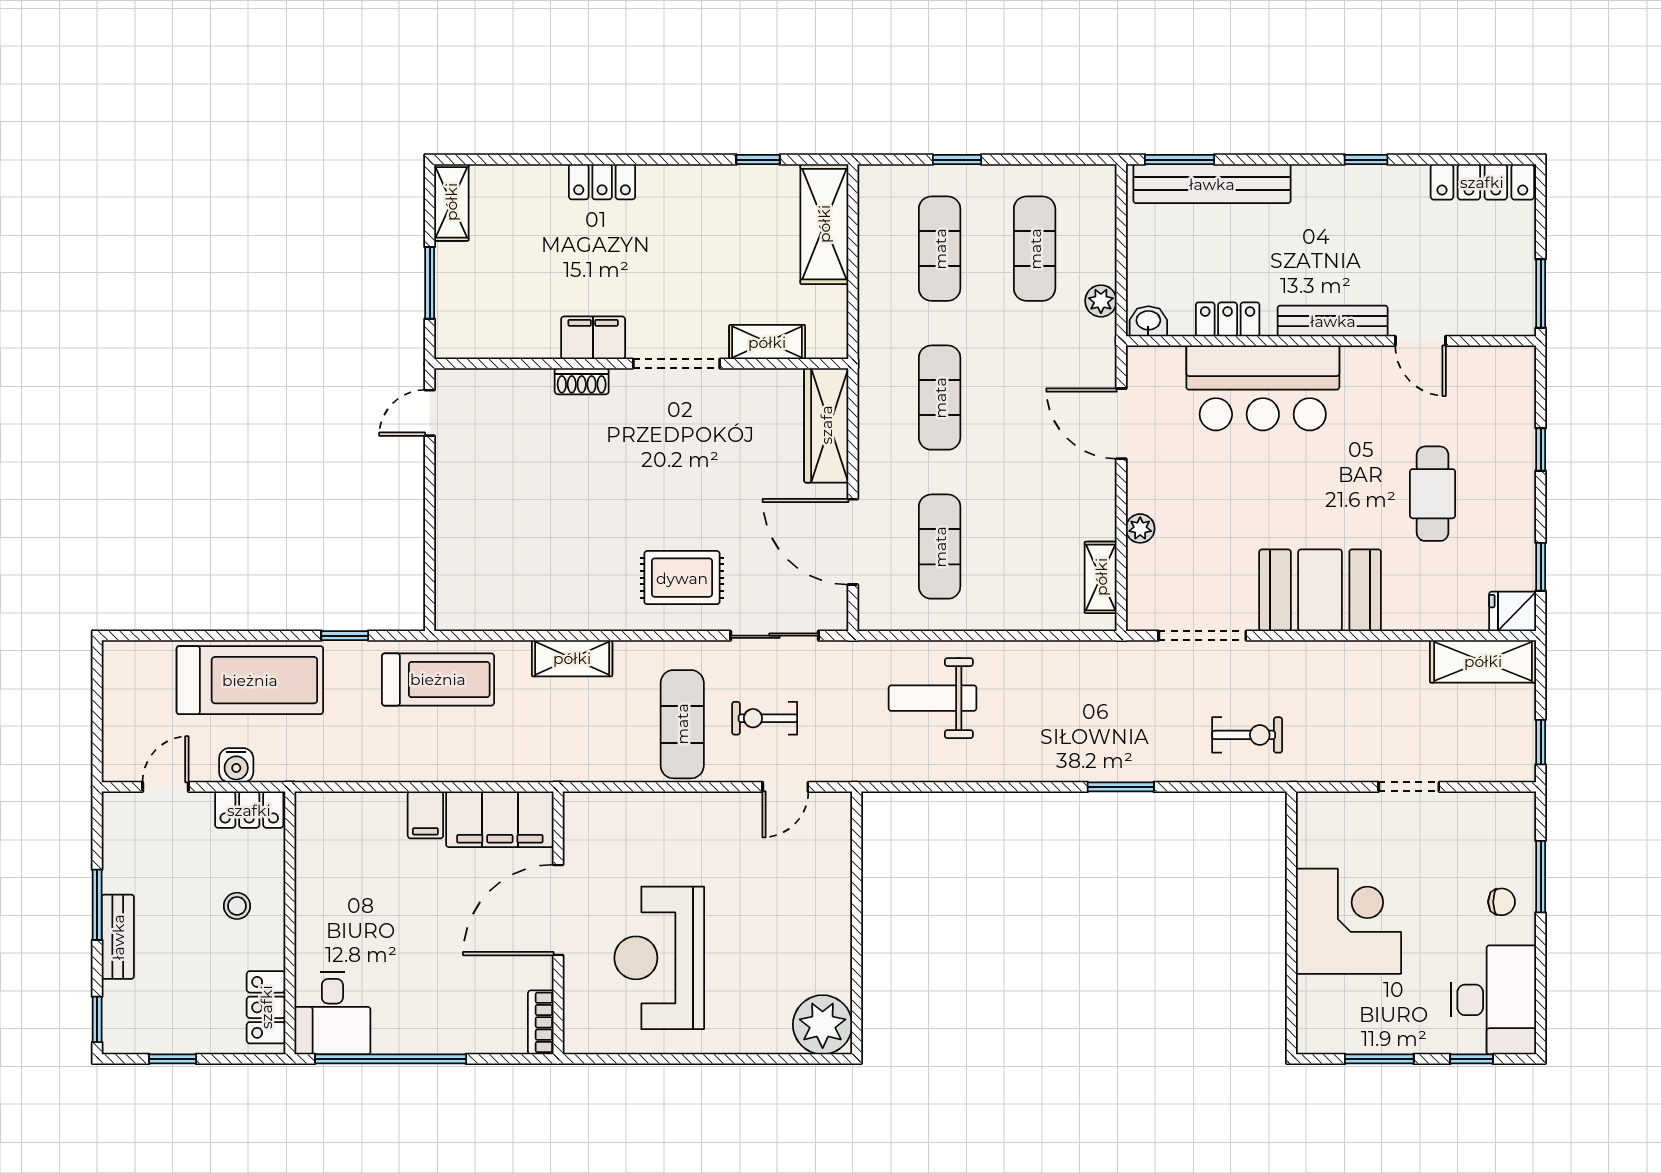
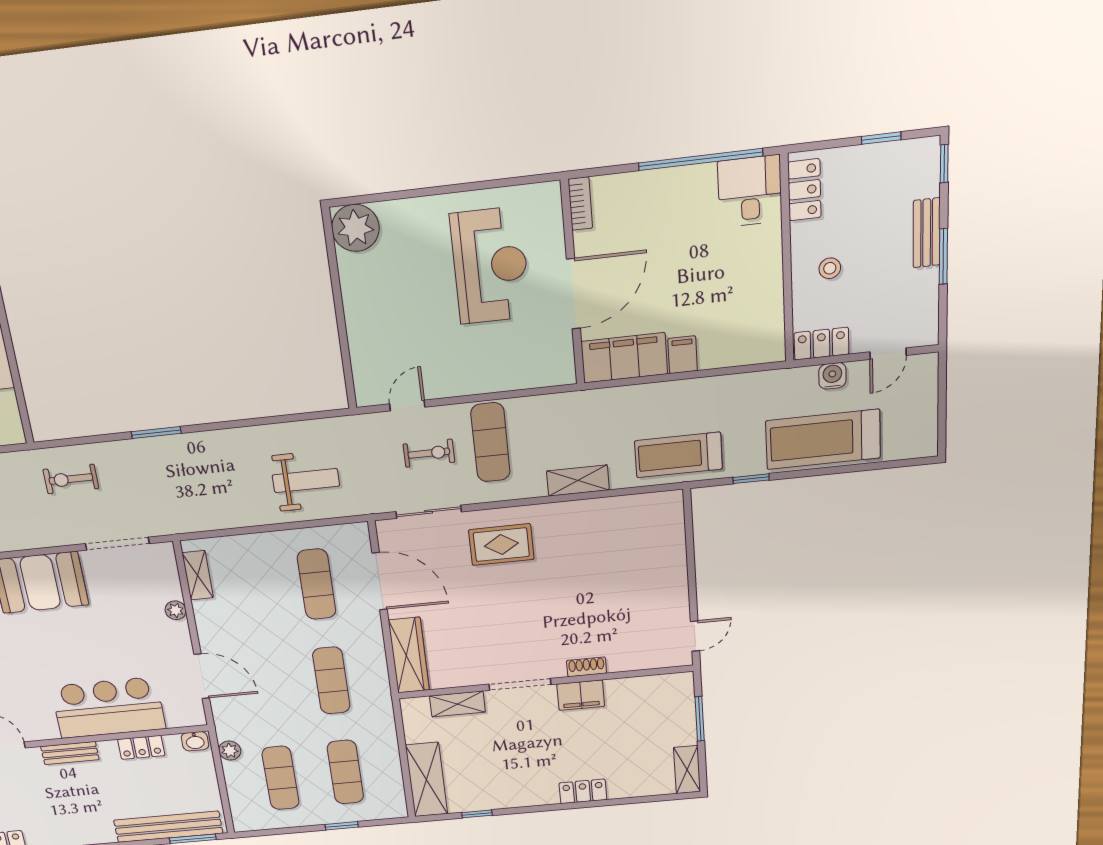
bench: (1333, 321) -> (70, 753), width x0.73

